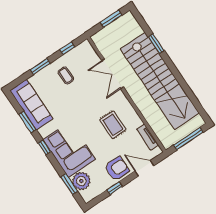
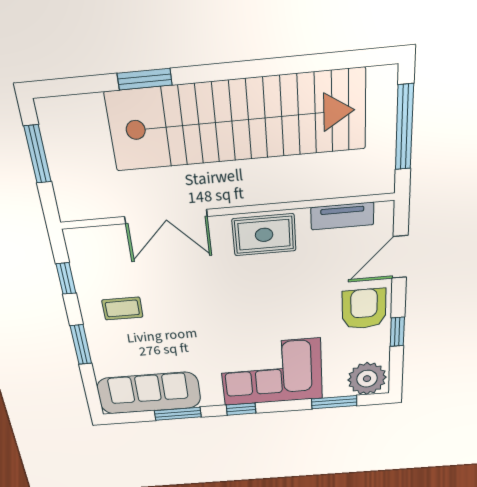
rug: (113, 125) -> (264, 235), moved
plant: (81, 181) -> (367, 379), moved

